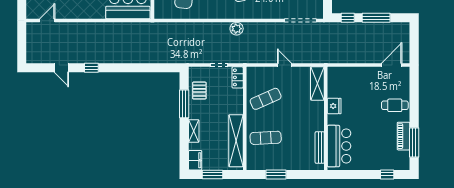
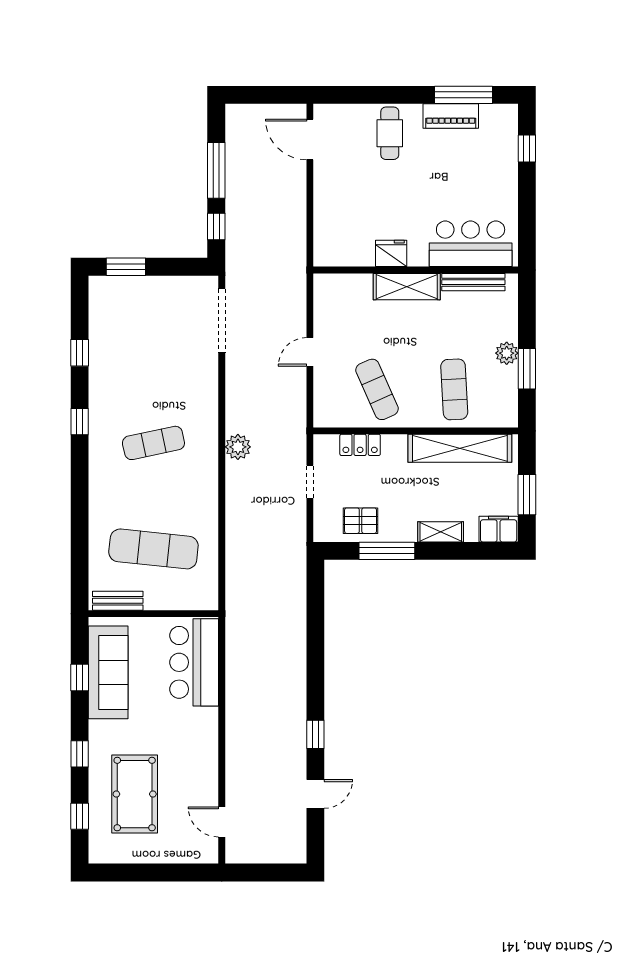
locker: (238, 77) -> (360, 445), moved
shelving: (317, 83) -> (407, 287), moved
plant: (284, 164) -> (507, 353), added

